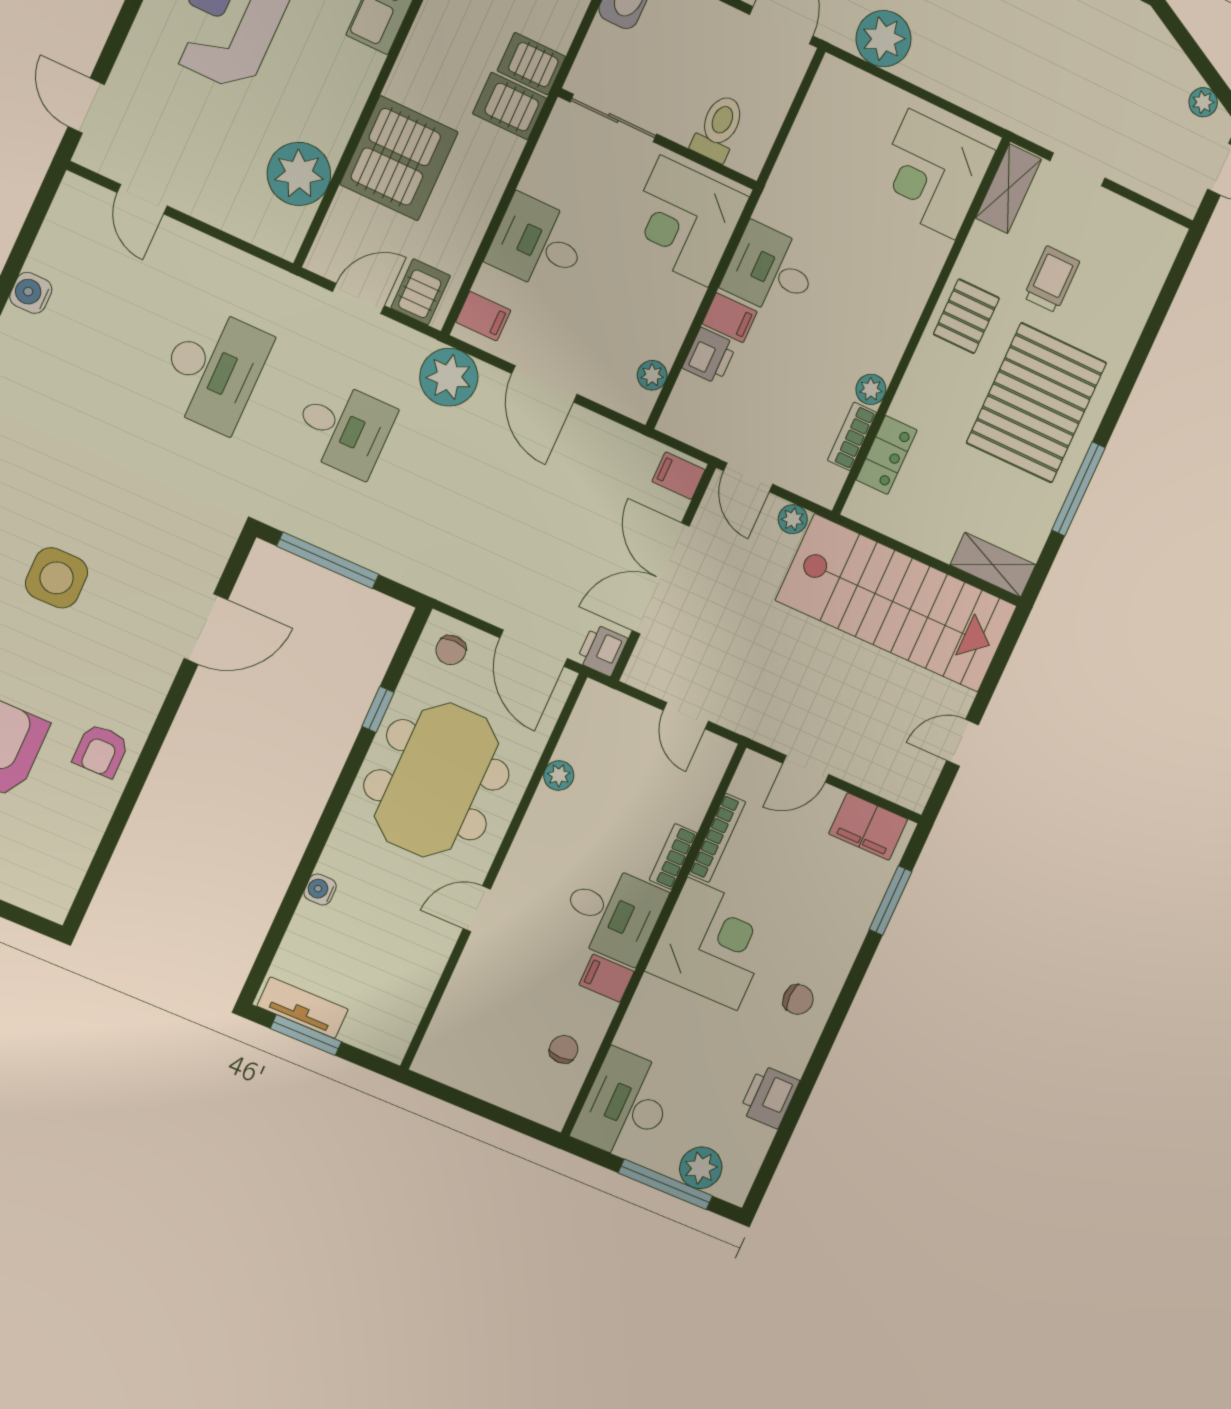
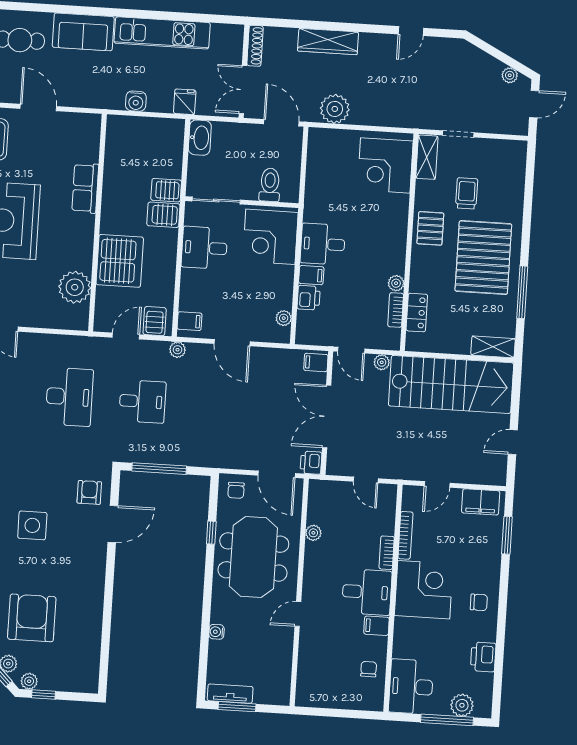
desk: (538, 244) -> (204, 248), moved
plant: (449, 377) -> (177, 350), width x0.53, depth x0.53
armchair: (101, 751) -> (89, 492), moved, turned 180

